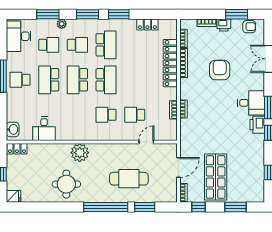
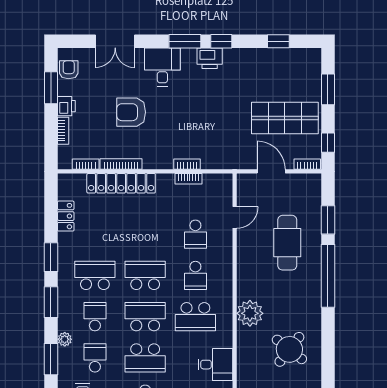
school desk: (77, 80) -> (145, 317), turned 180
desk: (251, 103) -> (162, 67), moved
school desk: (77, 115) -> (195, 317), added
door: (146, 142) -> (235, 217), swing flipped
round table: (66, 184) -> (289, 349), moved, turned 38

